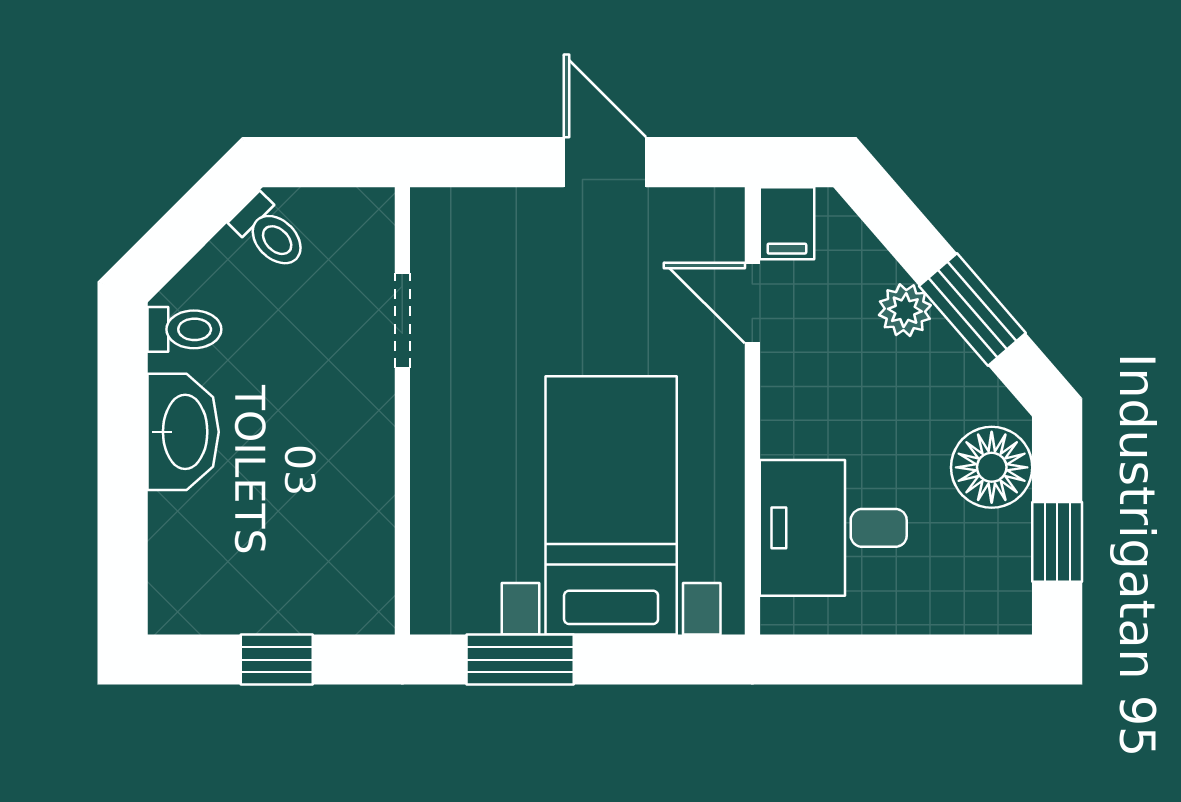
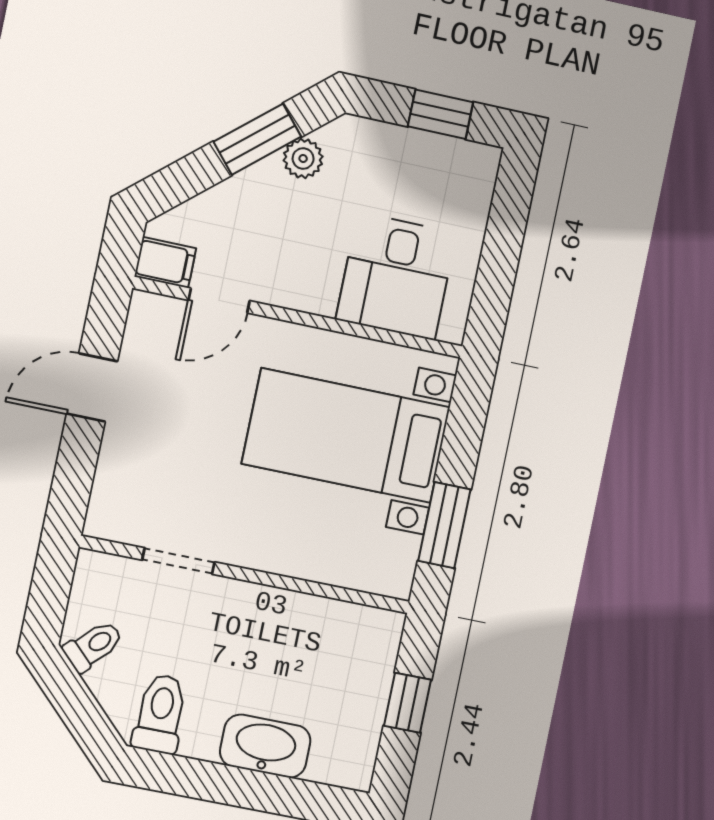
plant: (905, 310) -> (303, 158), moved
toilet: (184, 329) -> (160, 714), width x1.37, depth x1.39
washbasin: (183, 432) -> (265, 746), moved
floor lamp: (992, 467) -> (376, 150), removed

